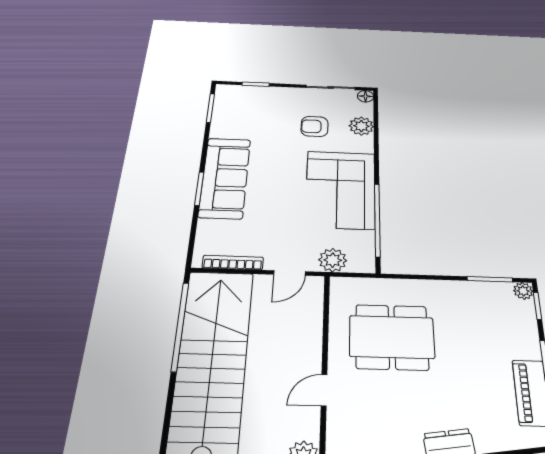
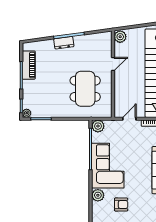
plant: (361, 126) -> (98, 195), moved
plant: (333, 260) -> (98, 126), moved
dining table: (392, 337) -> (85, 89), turned 90

